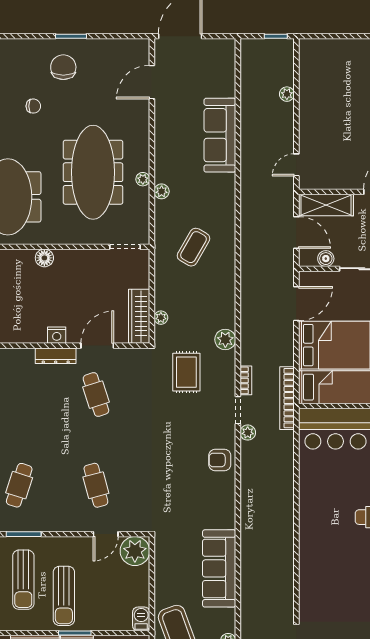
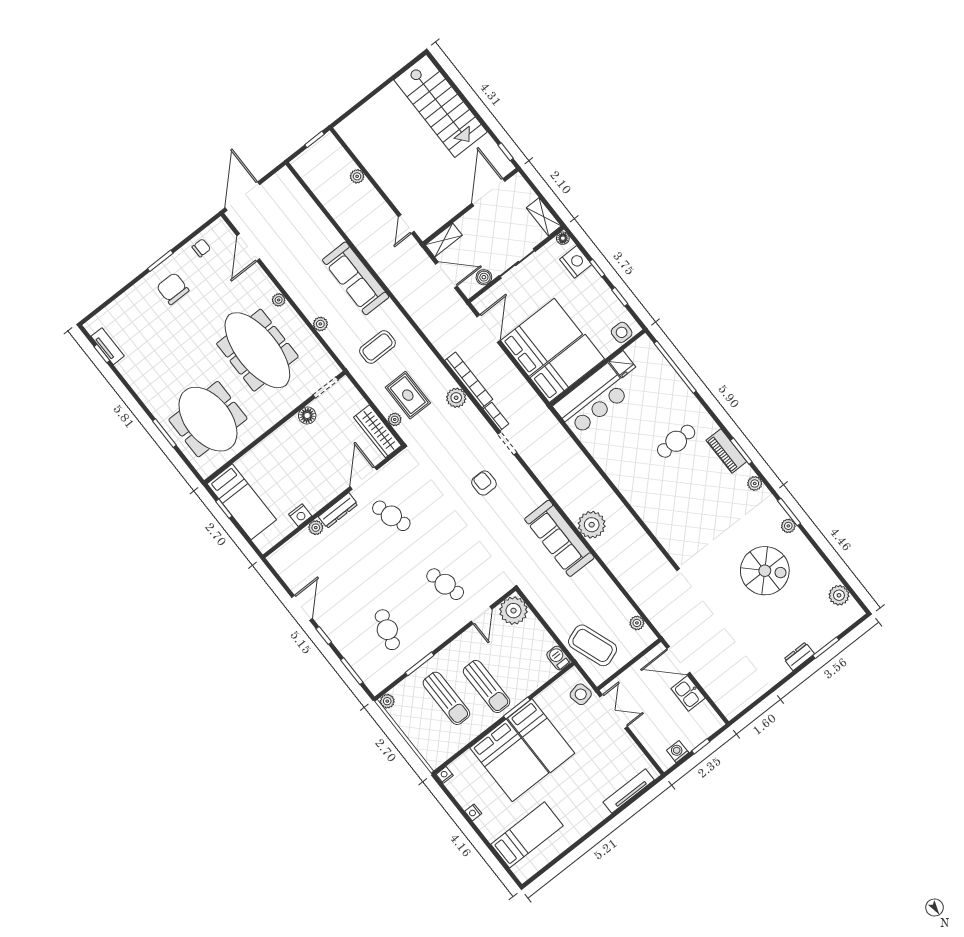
chair: (33, 106) -> (201, 248), moved
sofa: (220, 135) -> (356, 278), moved
plant: (143, 179) -> (279, 300), moved
shelving: (326, 205) -> (444, 240), width x0.67, depth x0.75
coffee table: (193, 247) -> (377, 347), turned 60
floor lamp: (44, 258) -> (307, 416), moved
nightstand: (57, 335) -> (300, 515), moved
plant: (26, 355) -> (316, 528), added
rug: (186, 372) -> (408, 395), moved
bookcase: (287, 398) -> (469, 380), moved, turned 180
plant: (248, 433) -> (592, 525), moved, width x1.88, depth x1.88
armchair: (220, 460) -> (484, 483), moved, turned 90
sofa: (219, 568) -> (559, 538), moved

